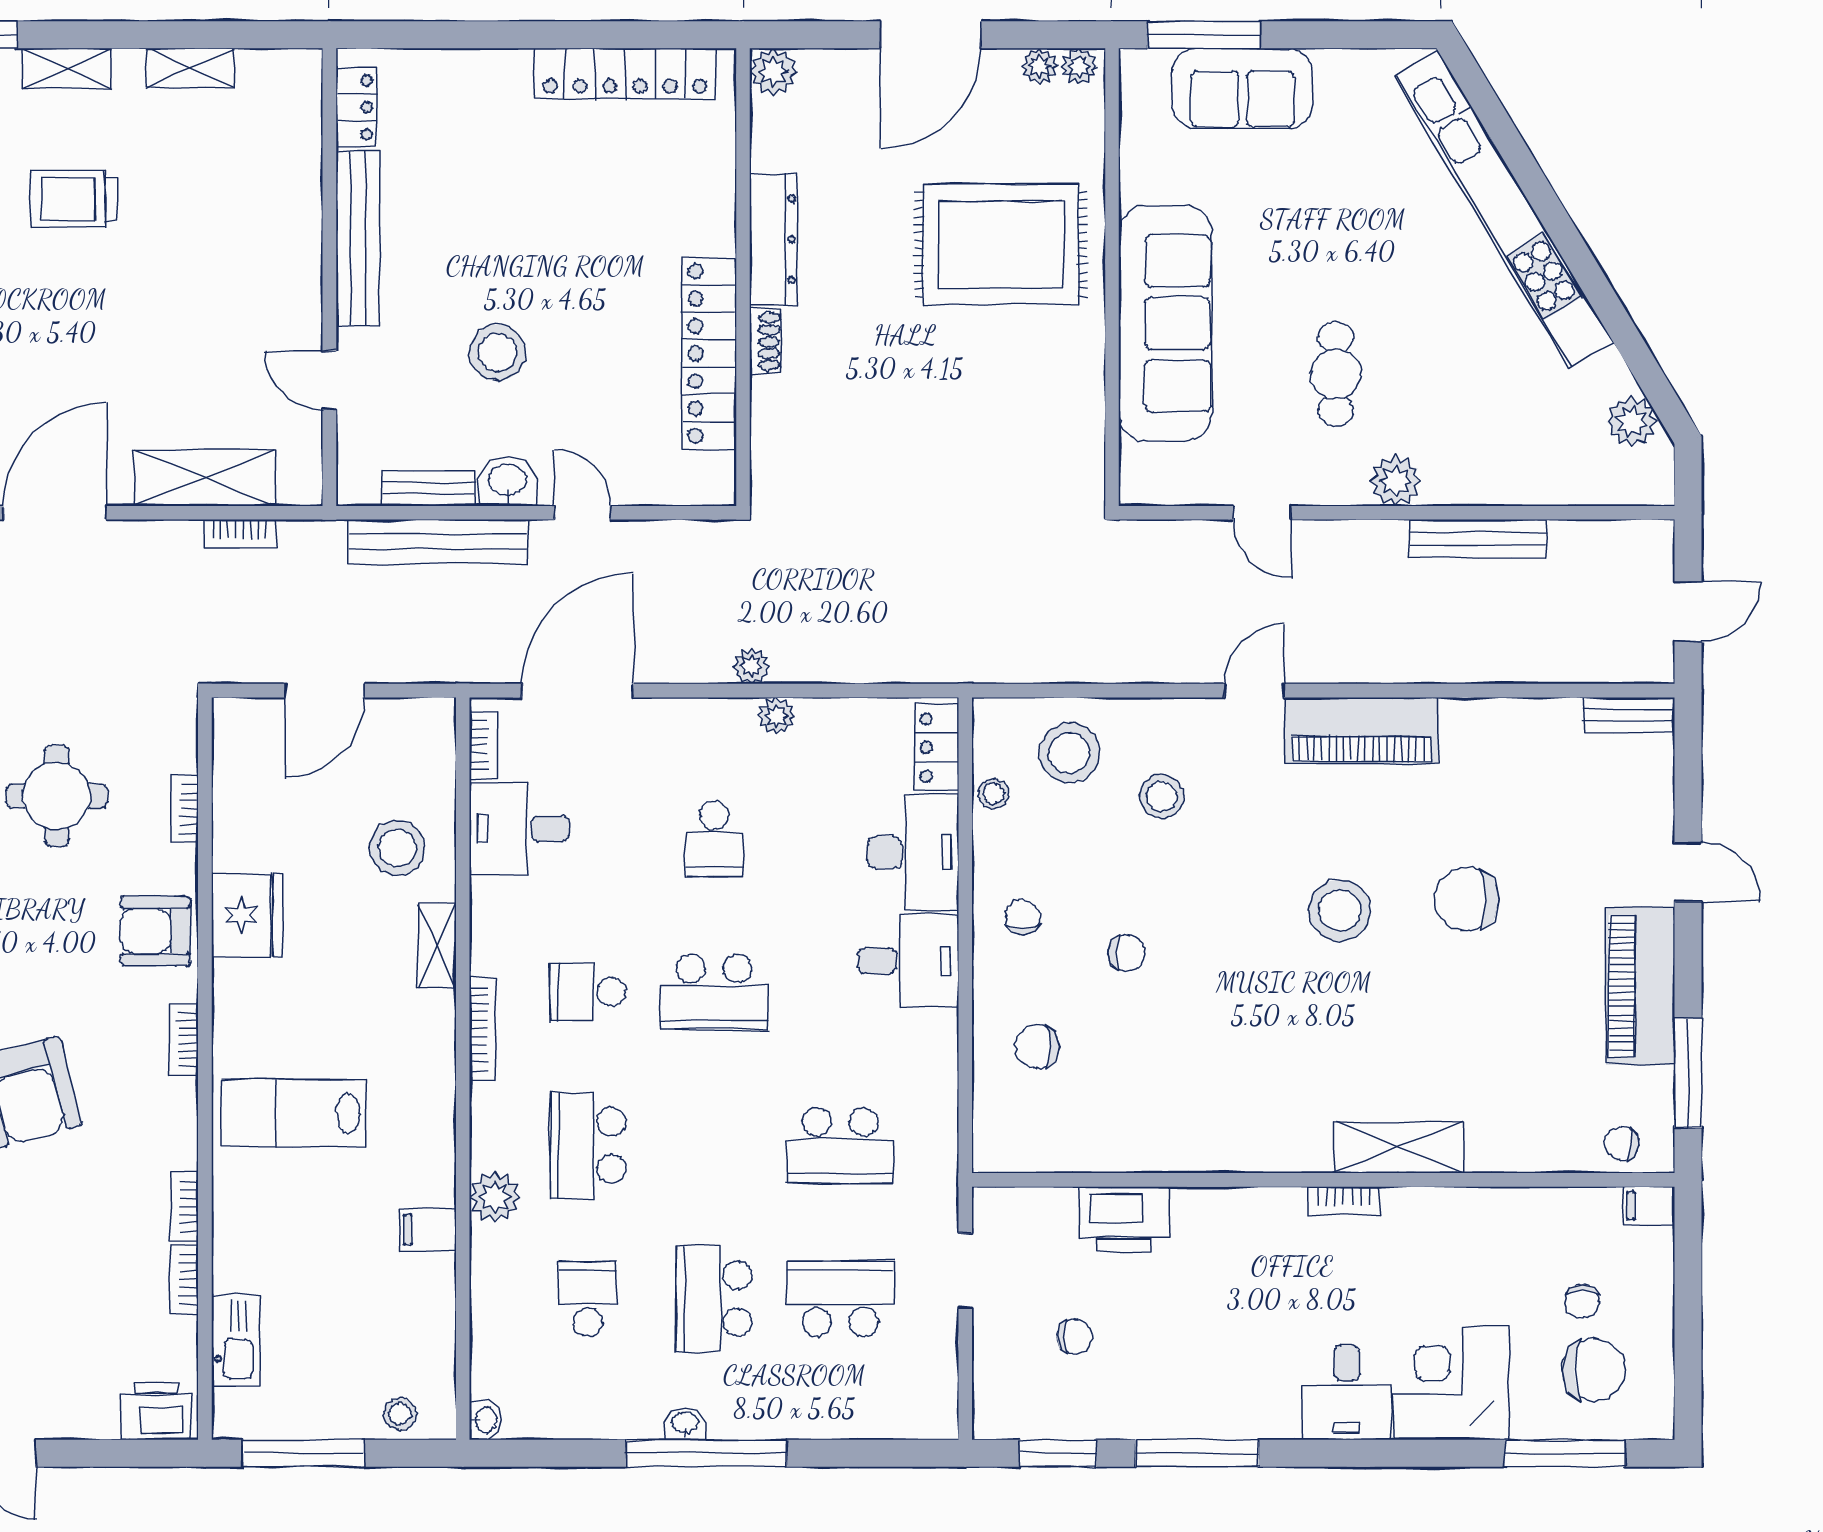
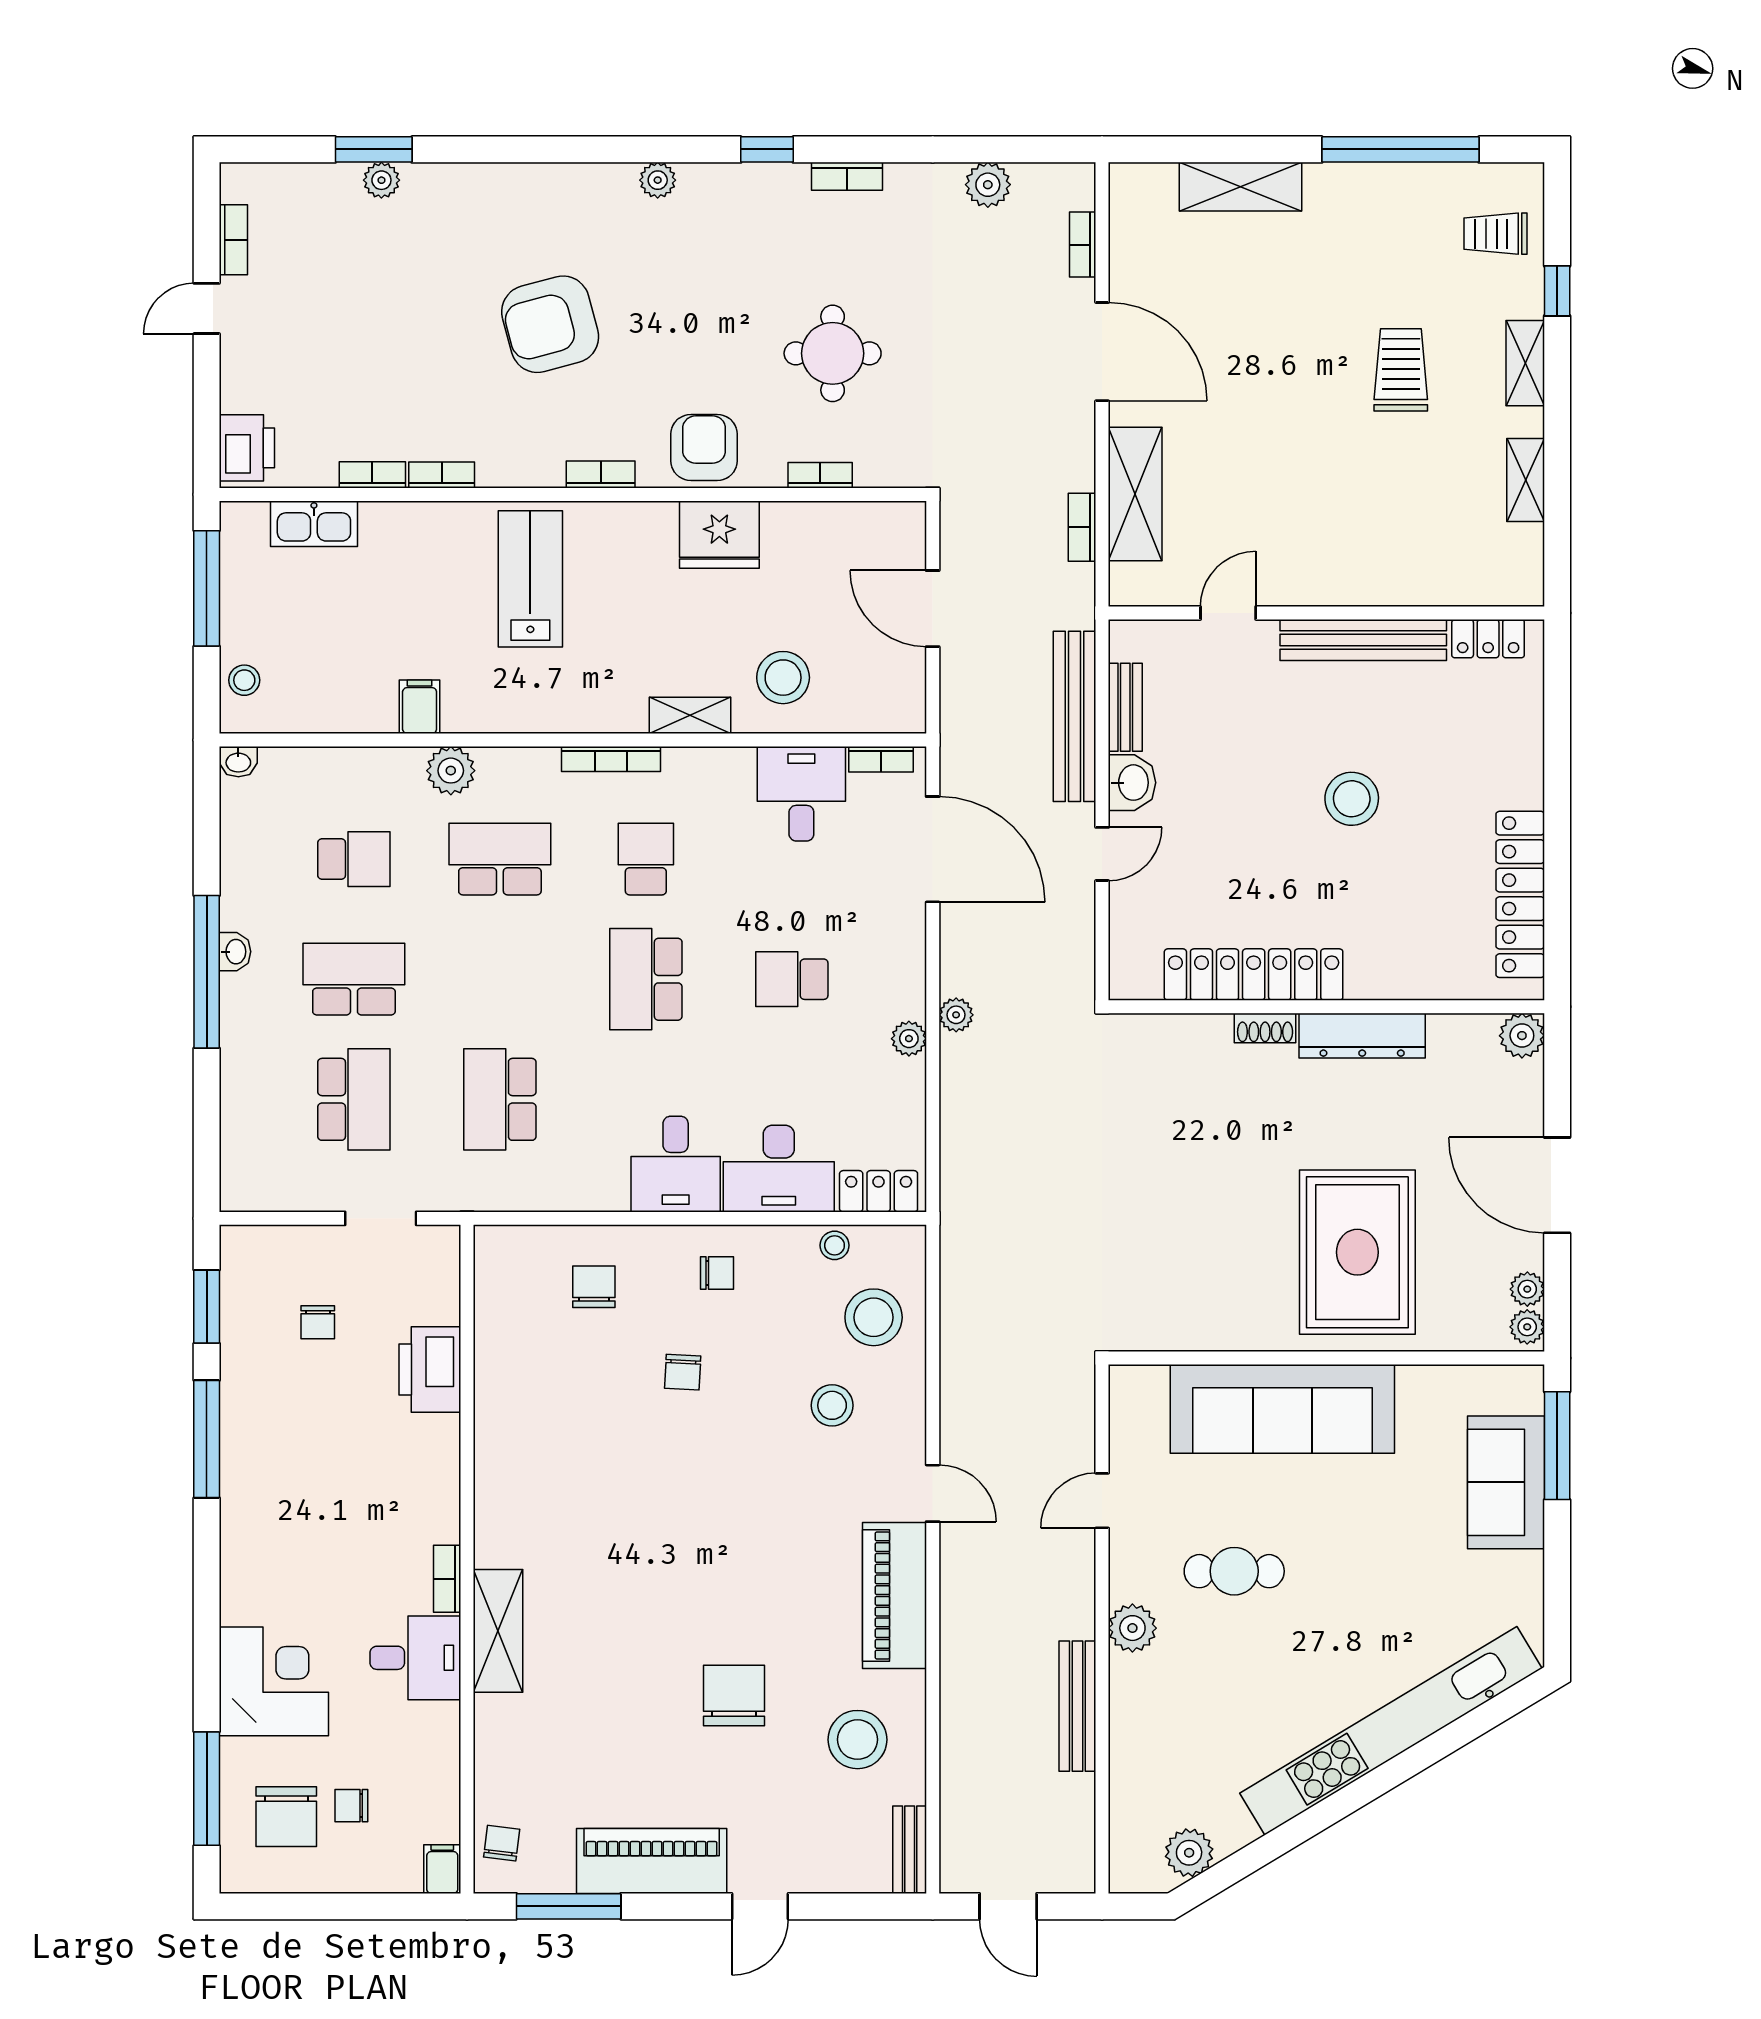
stool: (498, 353) -> (1352, 799), moved
stool: (1340, 910) -> (858, 1740), moved
desk: (1347, 1392) -> (415, 1658), moved, turned 180

